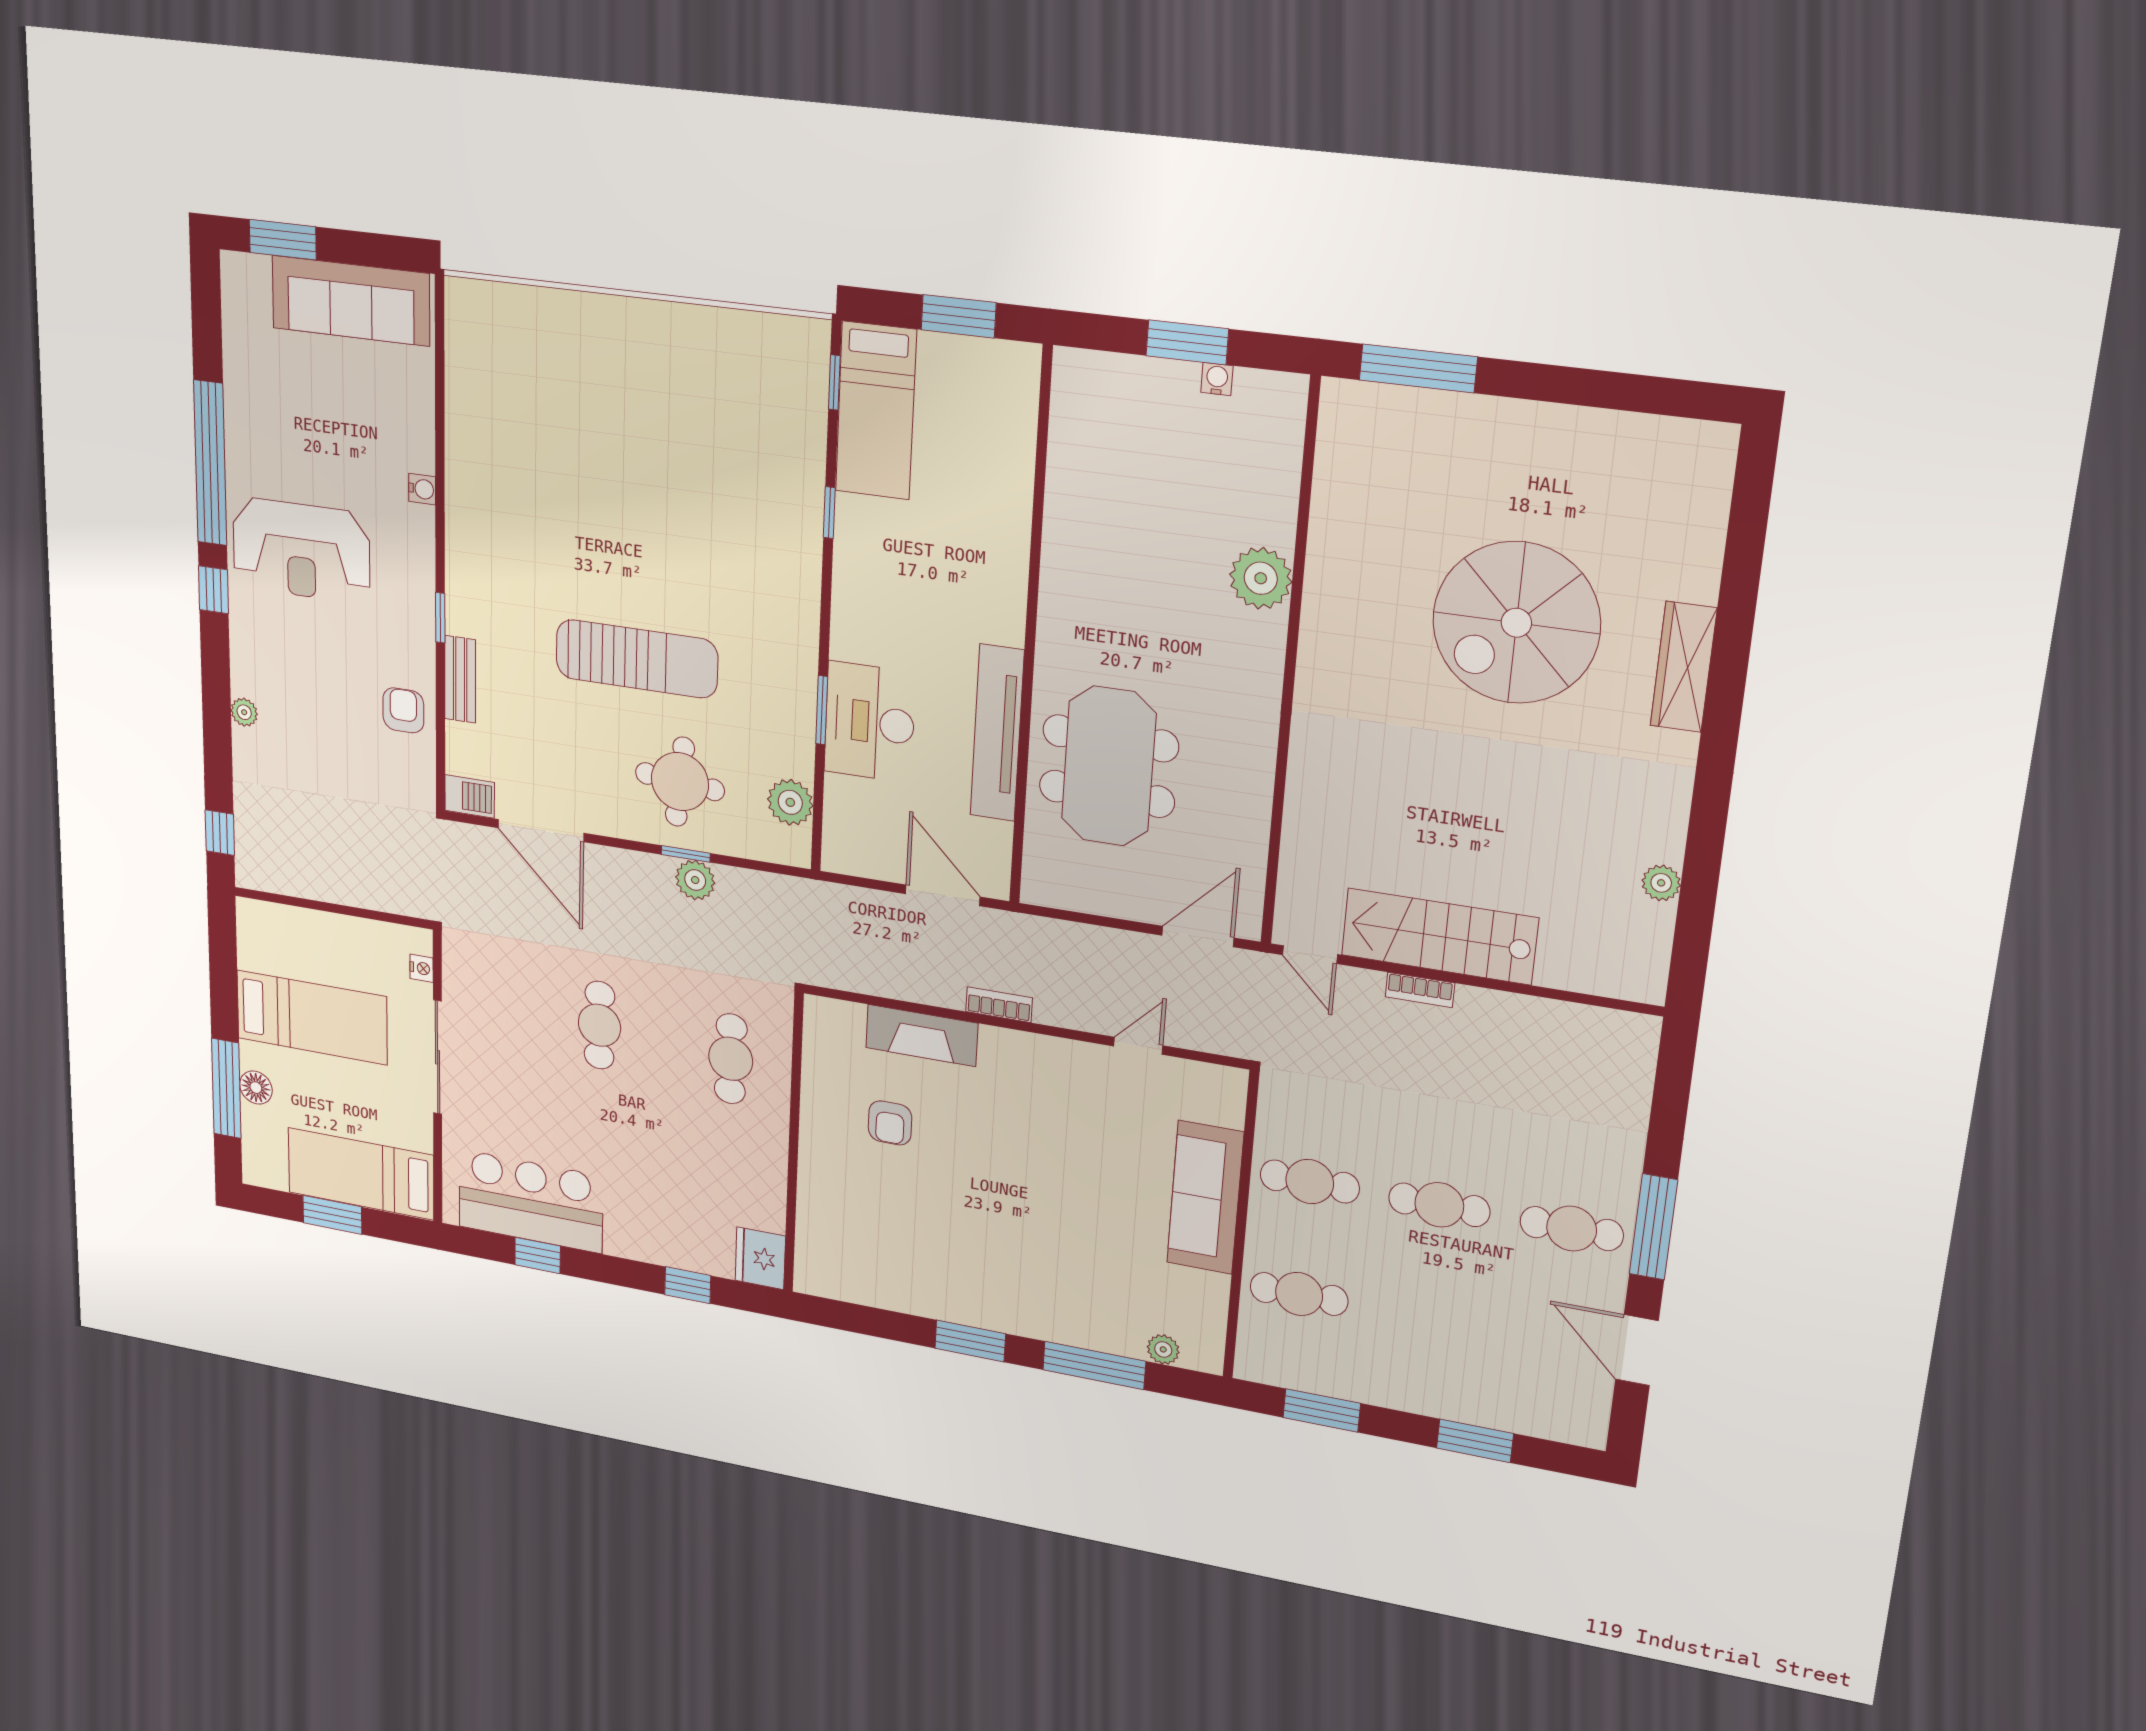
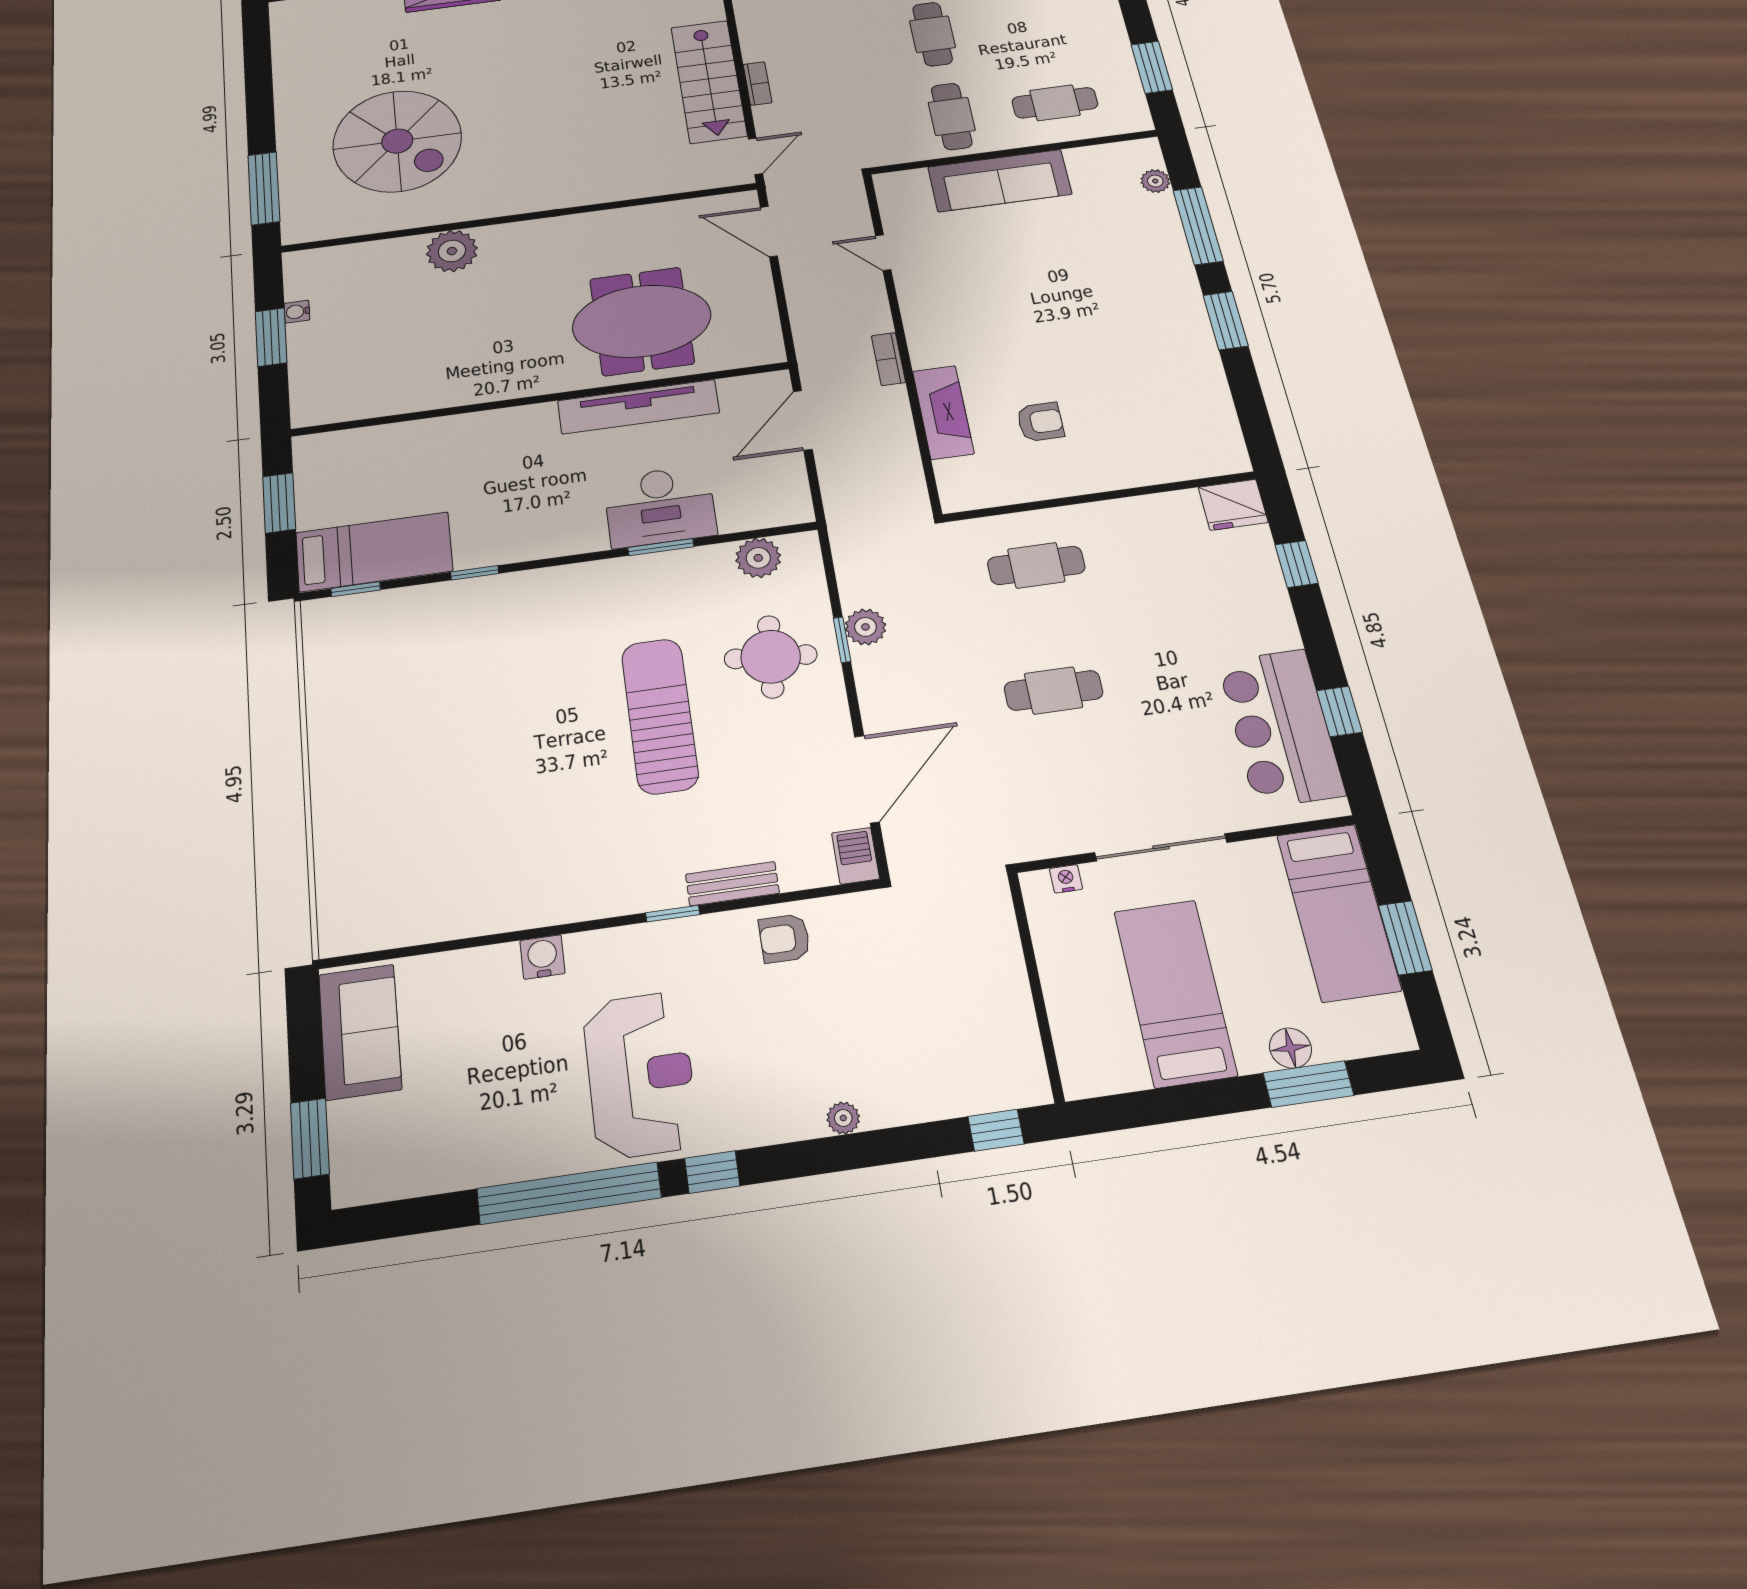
sofa: (351, 301) -> (360, 1032), width x0.73
water cooler: (422, 489) -> (542, 957), width x1.38, depth x1.38
spiral stairs: (1516, 623) -> (397, 141), moved
window: (226, 1088) -> (1308, 1084), width x0.69
cafe table: (1299, 1294) -> (1055, 103), turned 90

